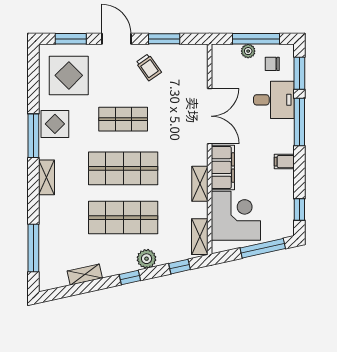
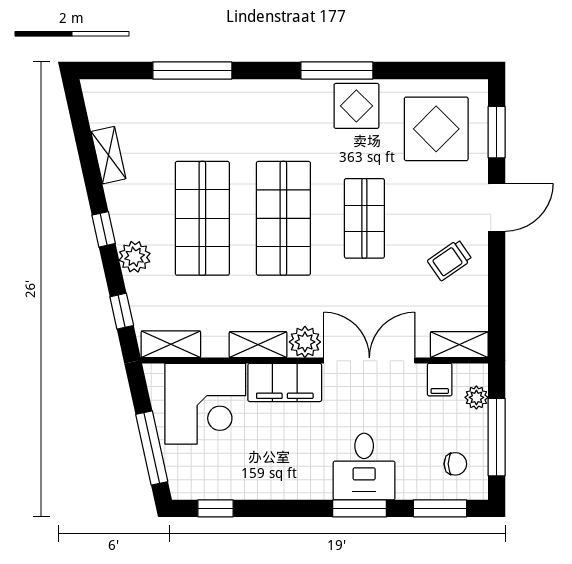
window: (164, 39) -> (497, 286), removed
plant: (248, 51) -> (476, 397), moved
chair: (272, 64) -> (455, 464), turned 90
desk: (274, 100) -> (364, 467), moved
double door: (210, 116) -> (369, 361), swing flipped
window: (299, 122) -> (360, 508), width x0.69
plant: (198, 155) -> (305, 342), added
filing cabinet: (284, 162) -> (440, 380), moved, turned 180
shelving: (46, 177) -> (459, 345), moved
window: (33, 248) -> (192, 70), moved

